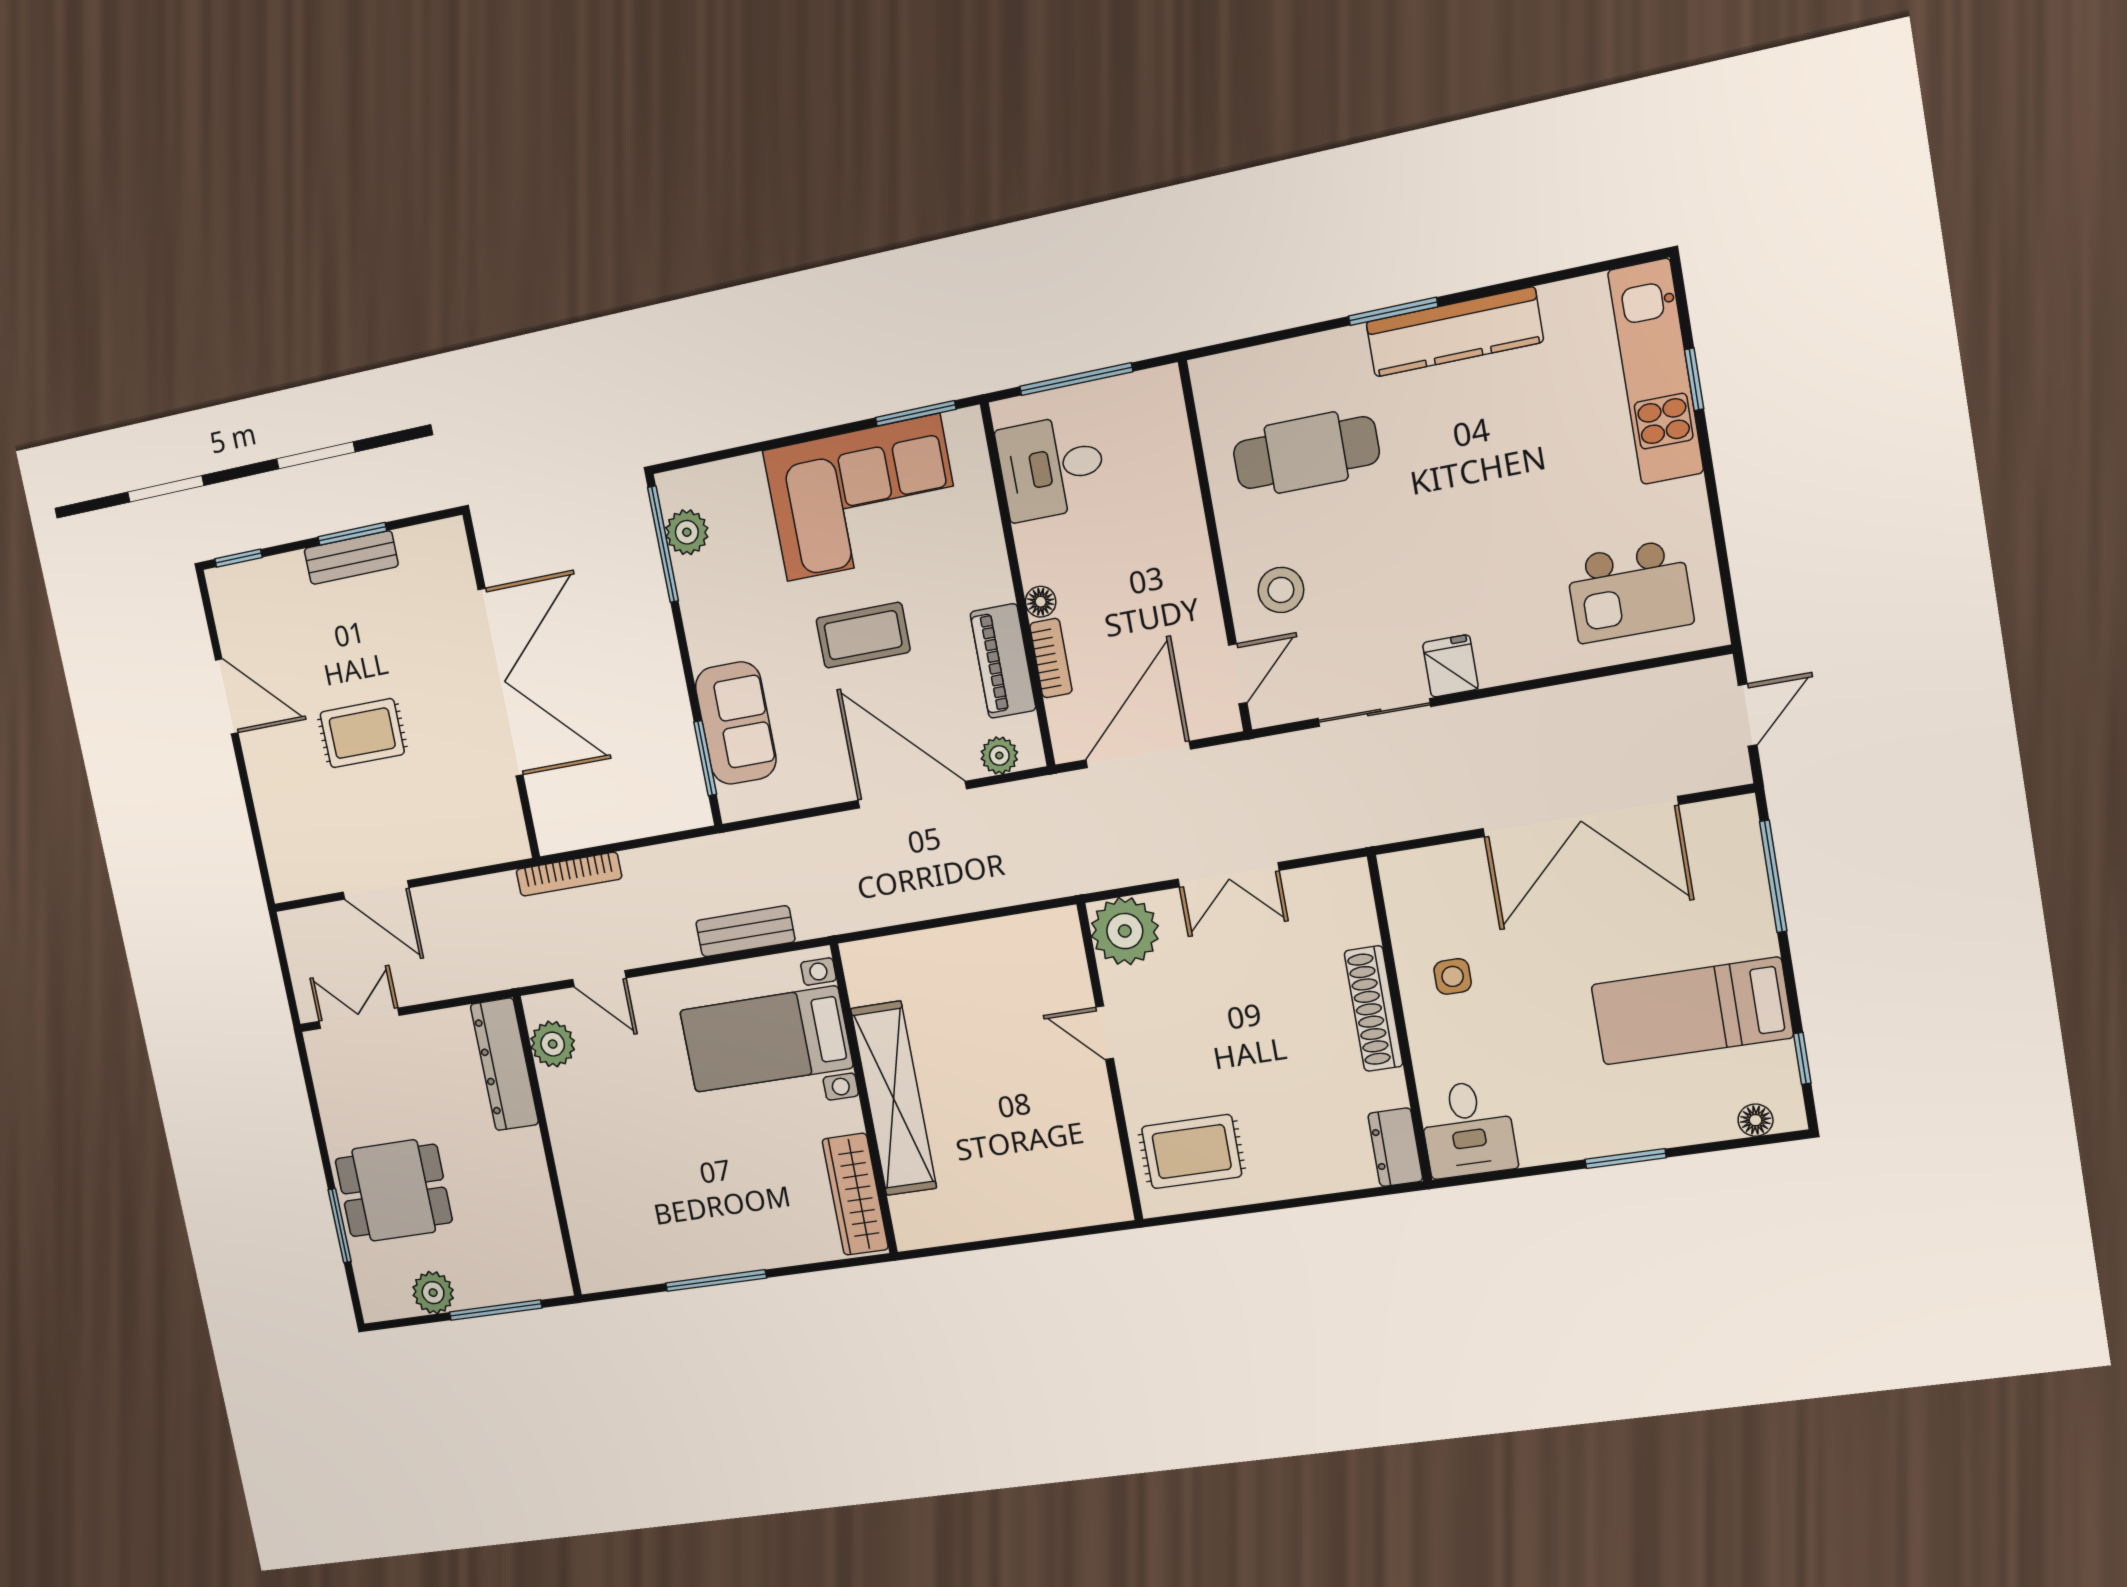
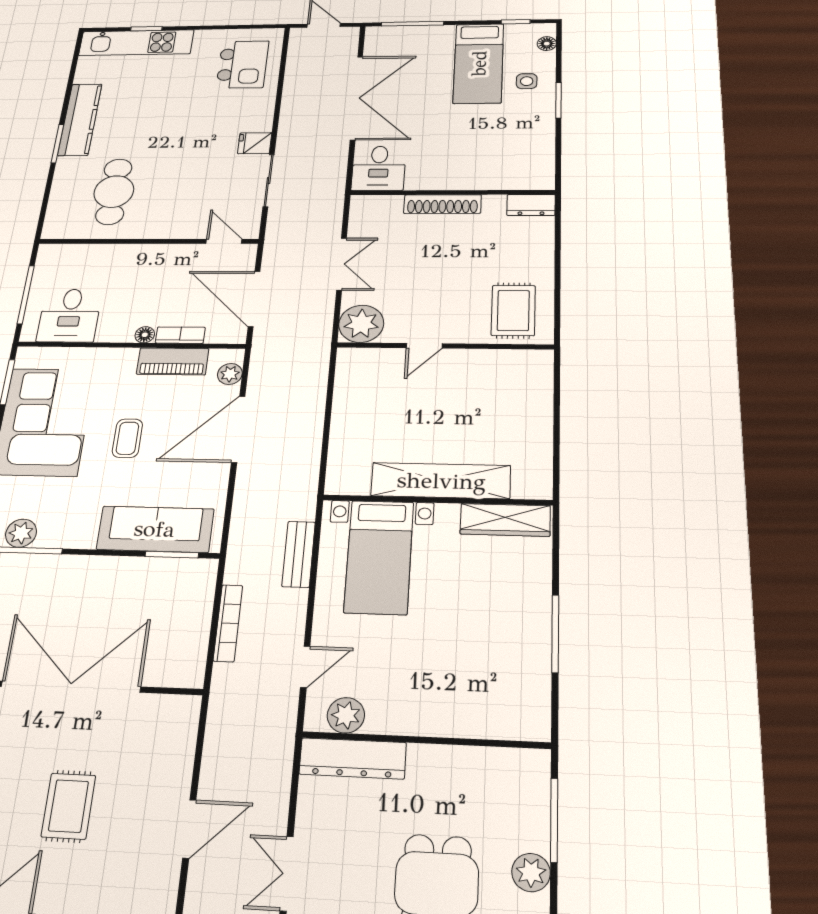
stool: (1281, 590) -> (184, 214), removed
coffee table: (863, 635) -> (127, 438), width x0.73, depth x0.77
sofa: (736, 723) -> (155, 529), width x1.36
bookcase: (569, 874) -> (228, 623), moved
side table: (1453, 976) -> (527, 81), moved
desk: (1468, 1129) -> (379, 168), moved, turned 90

